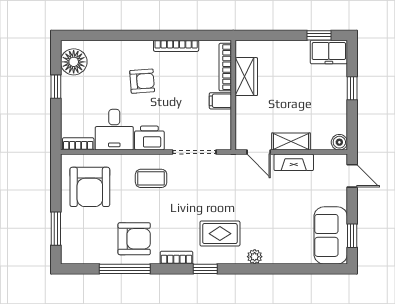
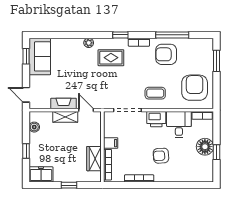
window: (319, 35) -> (69, 185), moved
floor lamp: (74, 62) -> (205, 147), moved
boiler: (339, 142) -> (34, 127), moved

